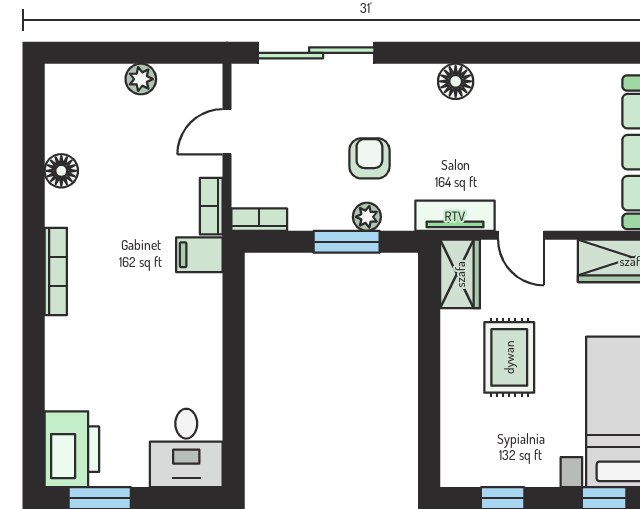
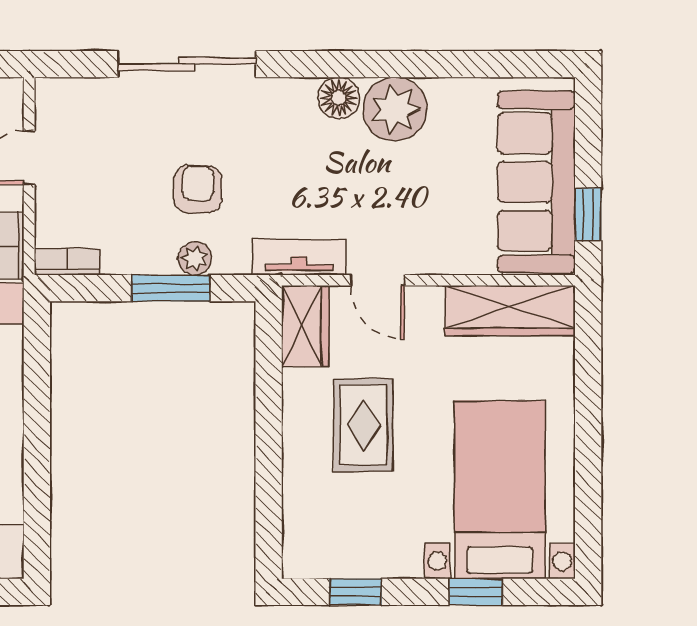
sliding door: (316, 53) -> (187, 64), moved
floor lamp: (456, 81) -> (339, 98), moved
plant: (536, 91) -> (395, 109), added

